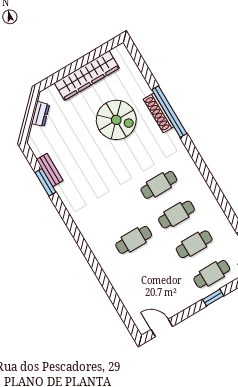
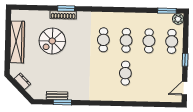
window: (169, 112) -> (66, 8), width x0.47
spiral stairs: (116, 120) -> (52, 41), turned 180
window: (213, 298) -> (185, 60), moved

